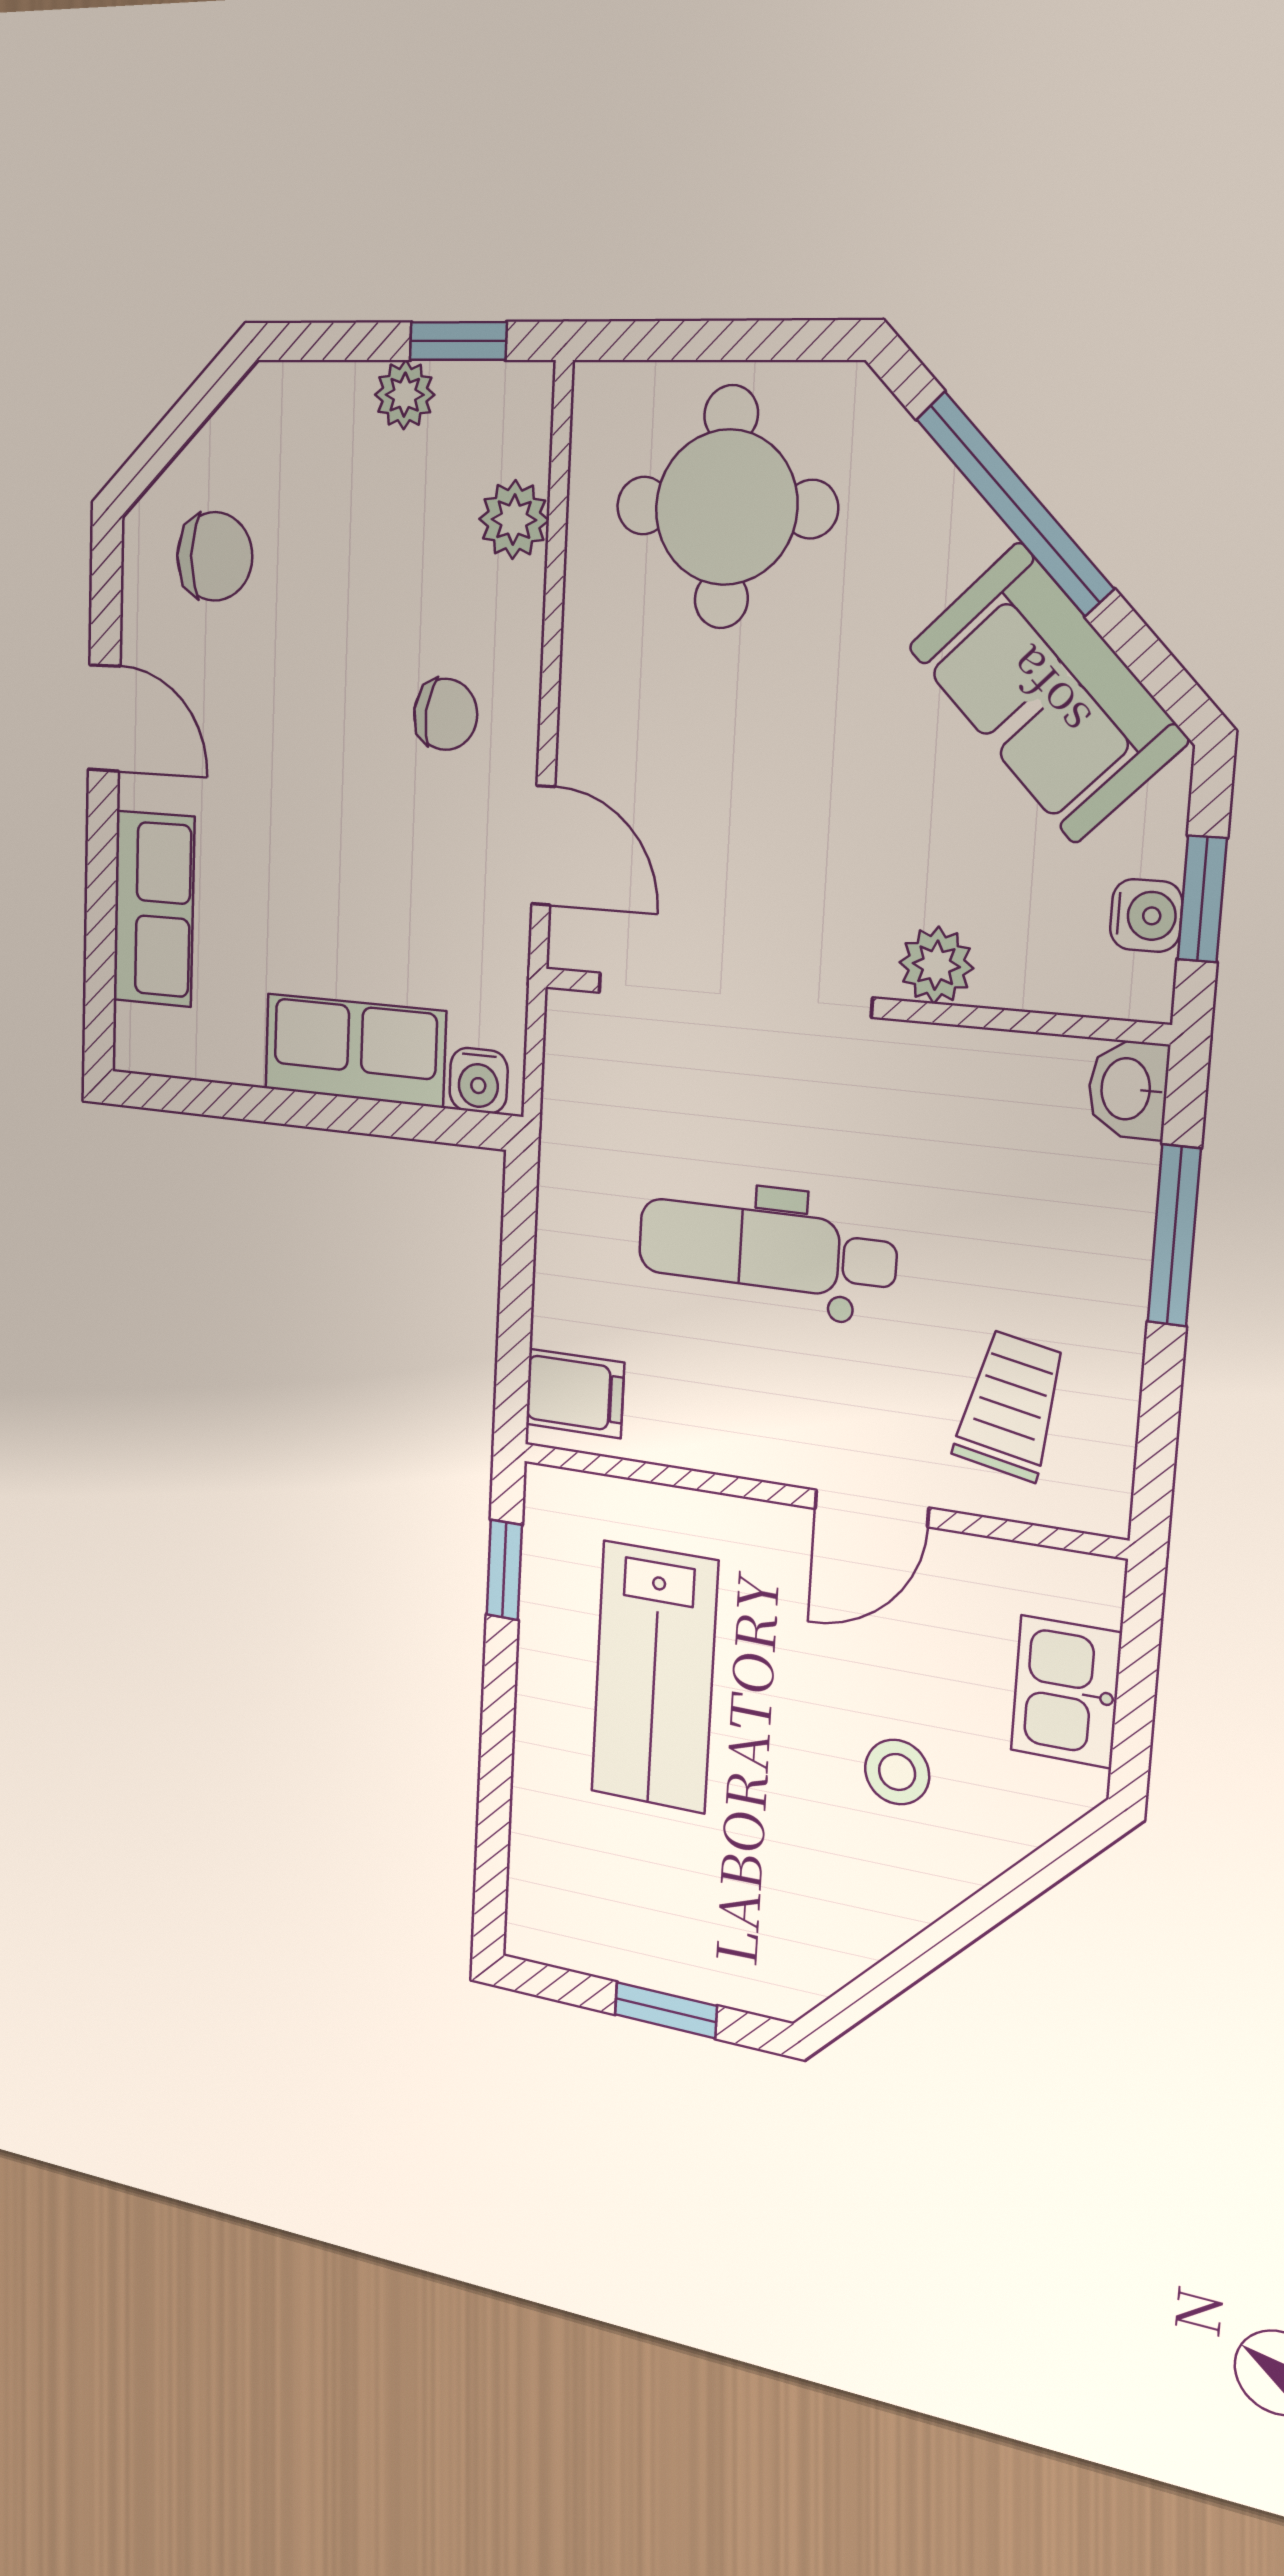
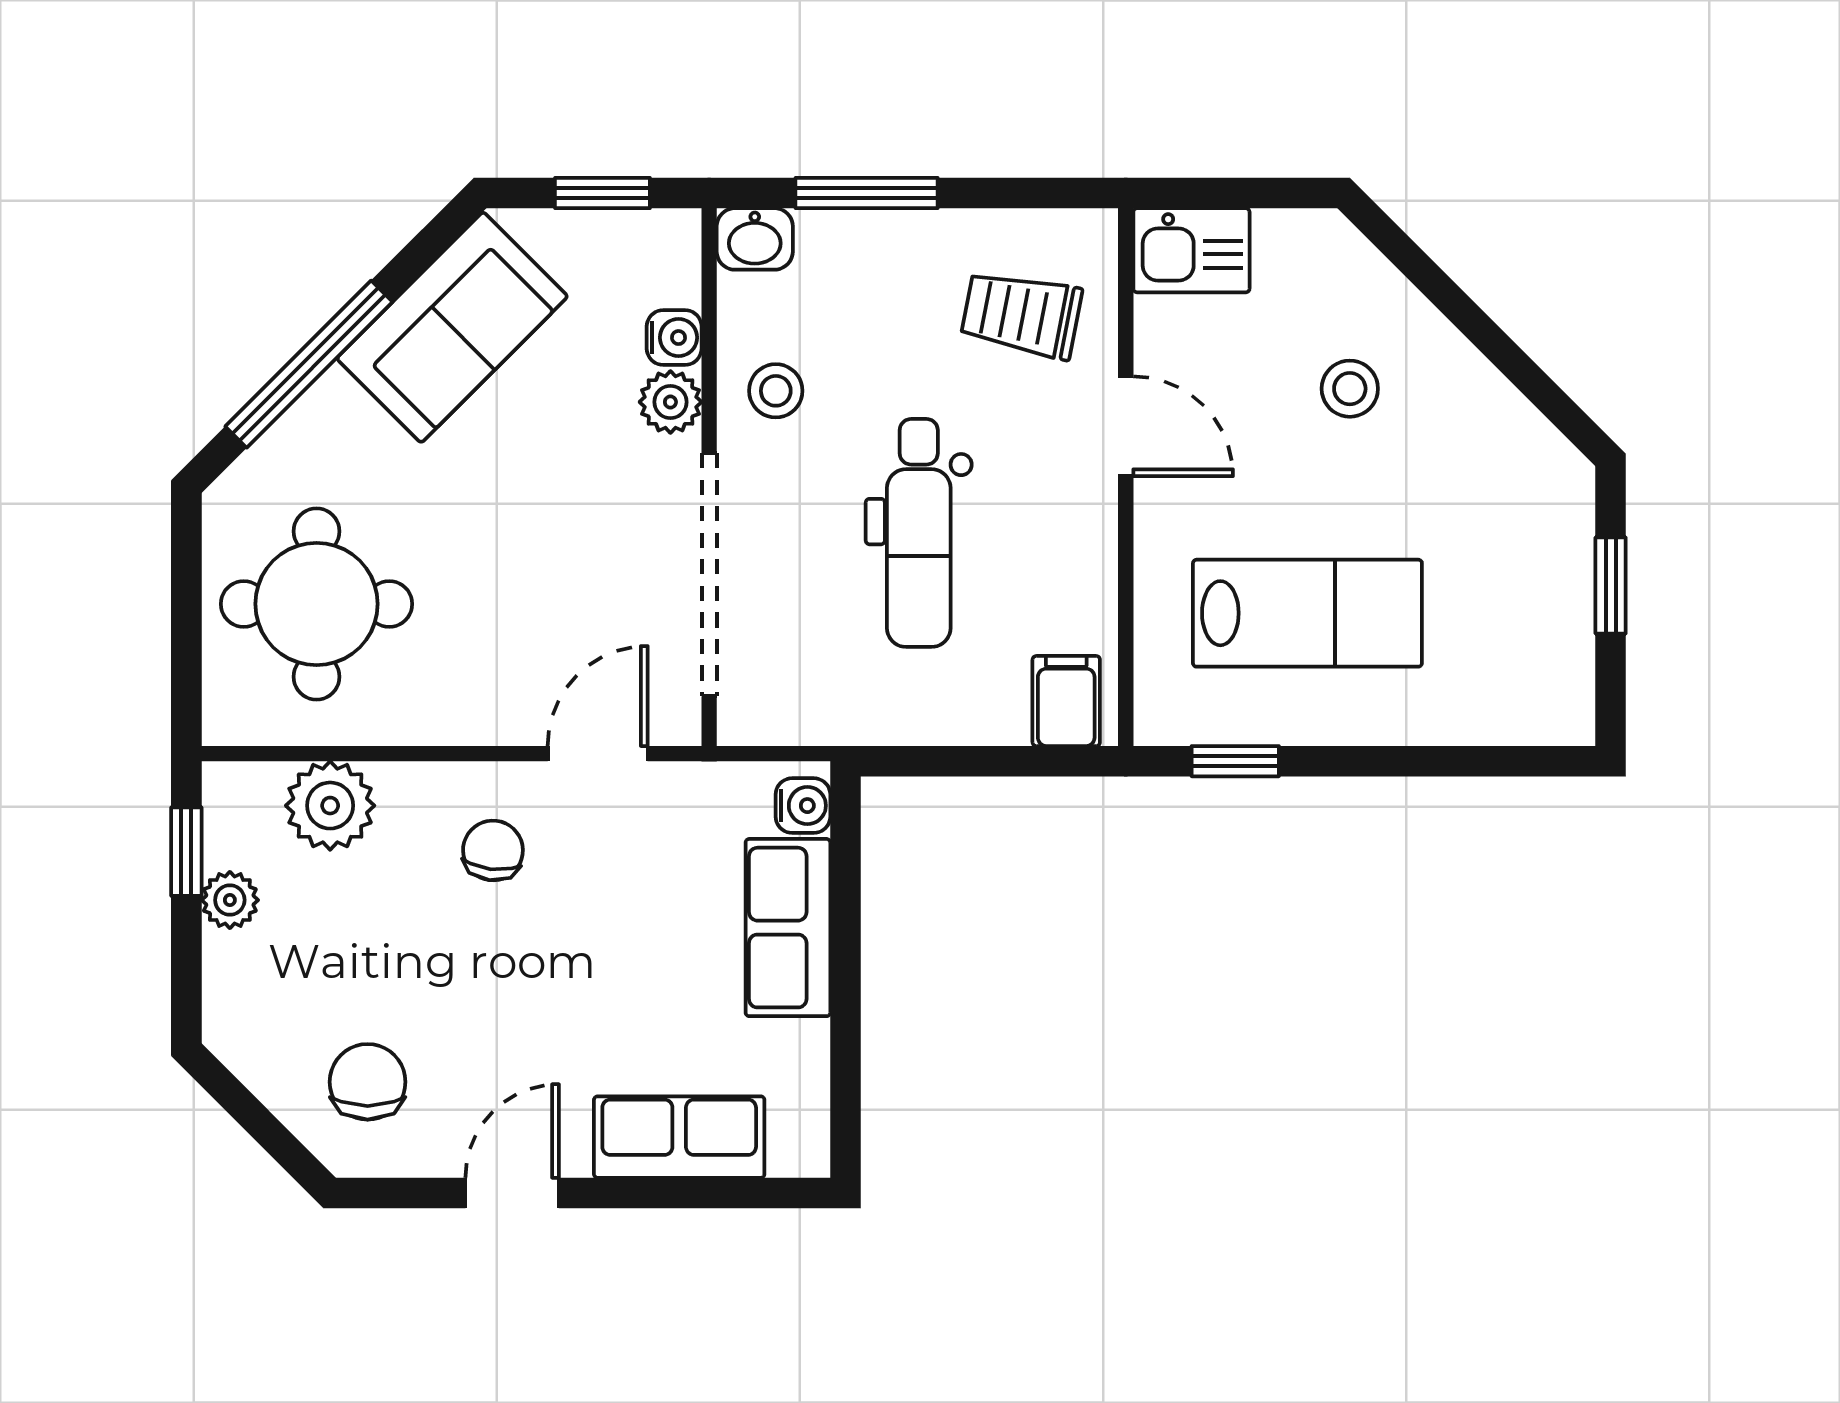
plant: (514, 520) -> (330, 806), width x1.38, depth x1.38
water cooler: (1146, 915) -> (674, 338), moved, turned 90
stool: (941, 1097) -> (776, 391), added
kitchen sink: (1066, 1692) -> (1191, 250), moved

